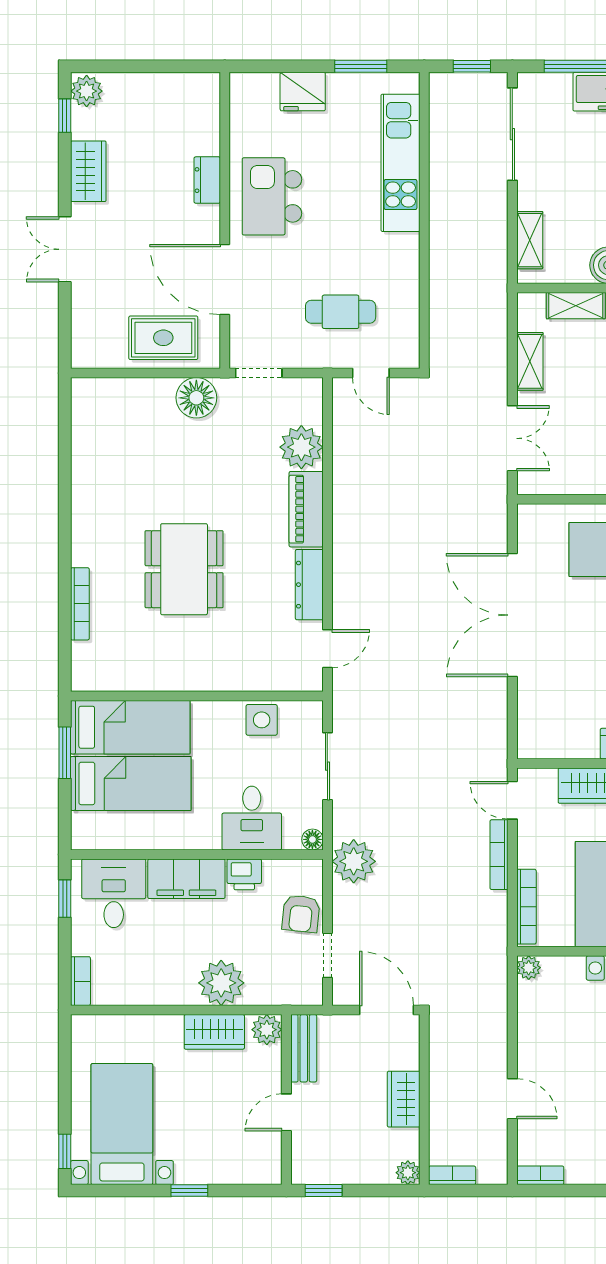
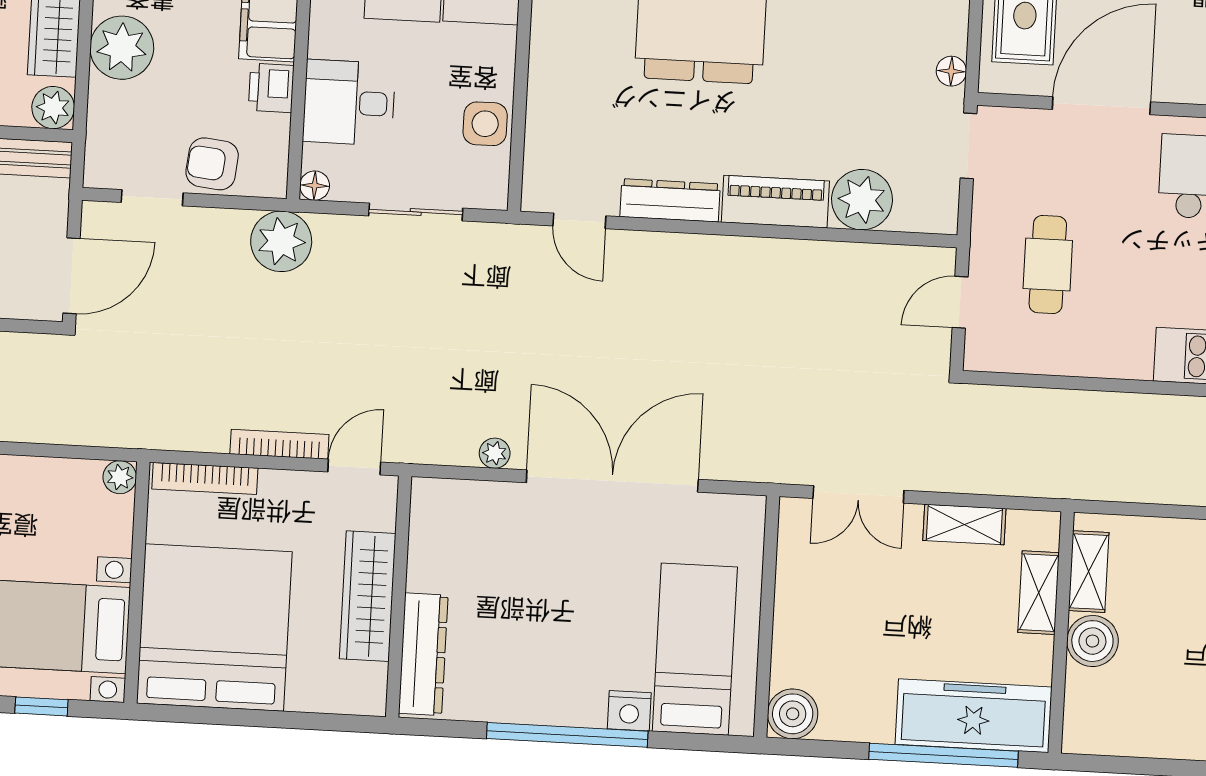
shelving: (530, 240) -> (1089, 572), moved, turned 90
floor lamp: (196, 398) -> (951, 71), width x0.53, depth x0.53
plant: (497, 700) -> (495, 453), added

